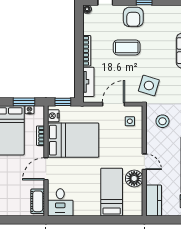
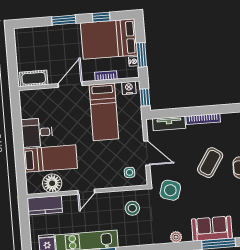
coffee table: (127, 47) -> (210, 163), turned 33
bed: (73, 140) -> (104, 112), width x0.67
door: (46, 169) -> (70, 85), hinge flipped
floor lamp: (134, 178) -> (52, 183), moved
desk: (60, 202) -> (37, 133), moved

